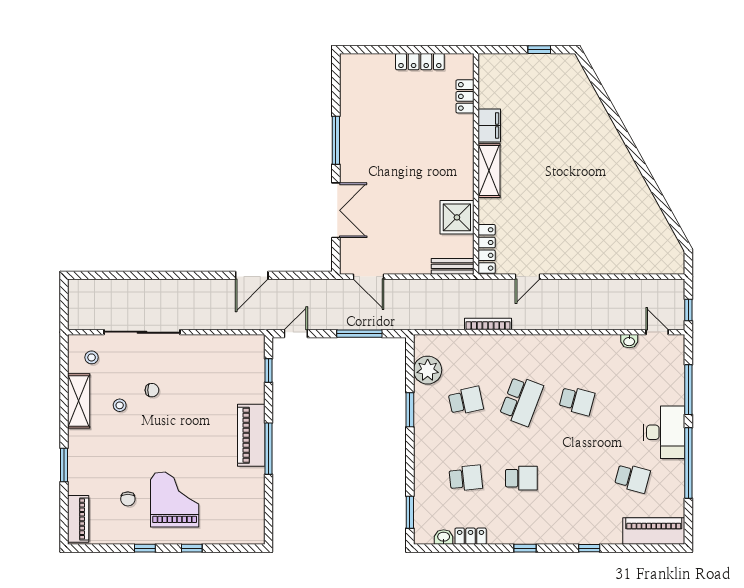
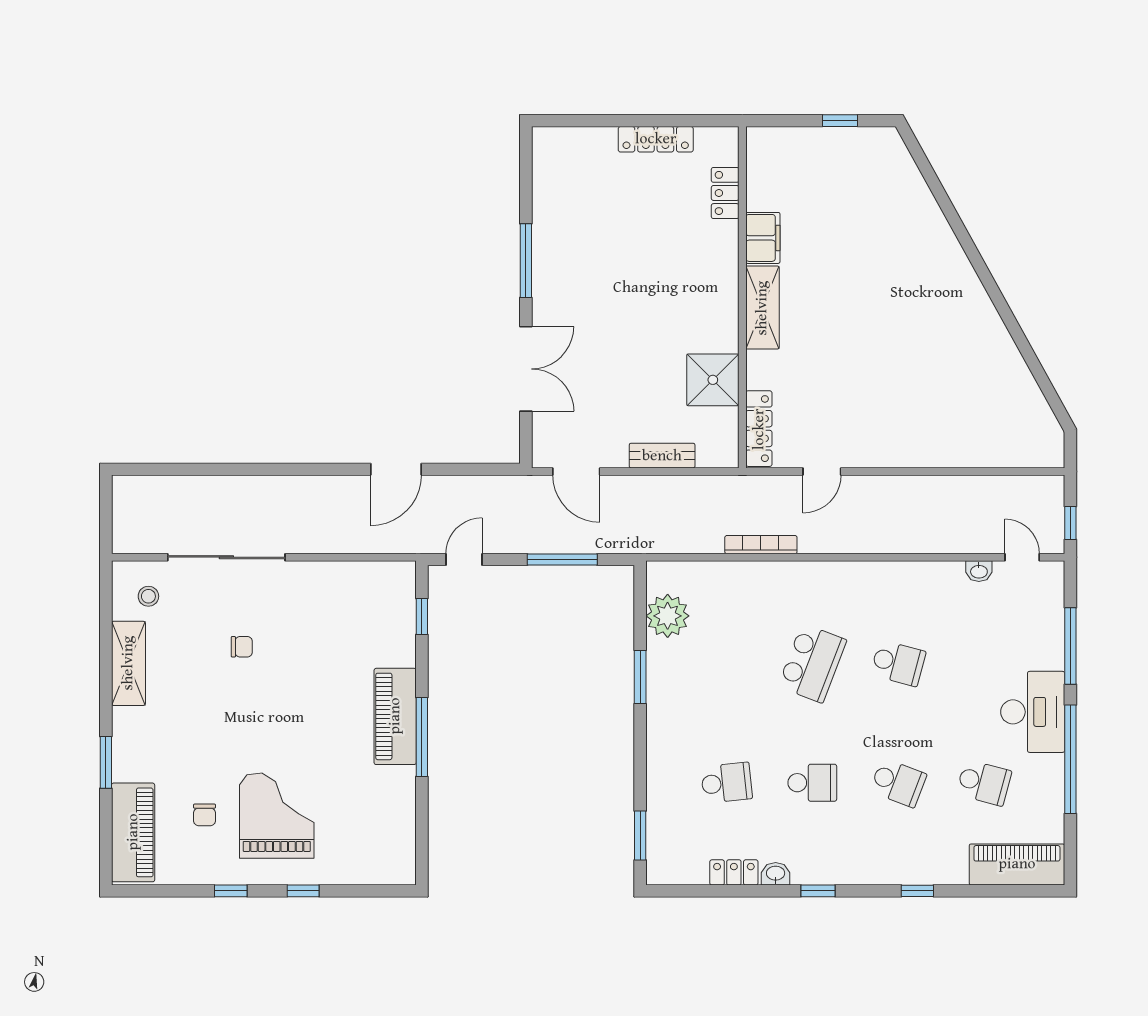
bench: (453, 266) -> (662, 456), moved
school desk: (466, 401) -> (898, 783), moved, turned 33
stool: (120, 405) -> (192, 670), removed
piano: (78, 519) -> (133, 832), width x1.37, depth x1.33
washbasin: (444, 537) -> (776, 874), moved

